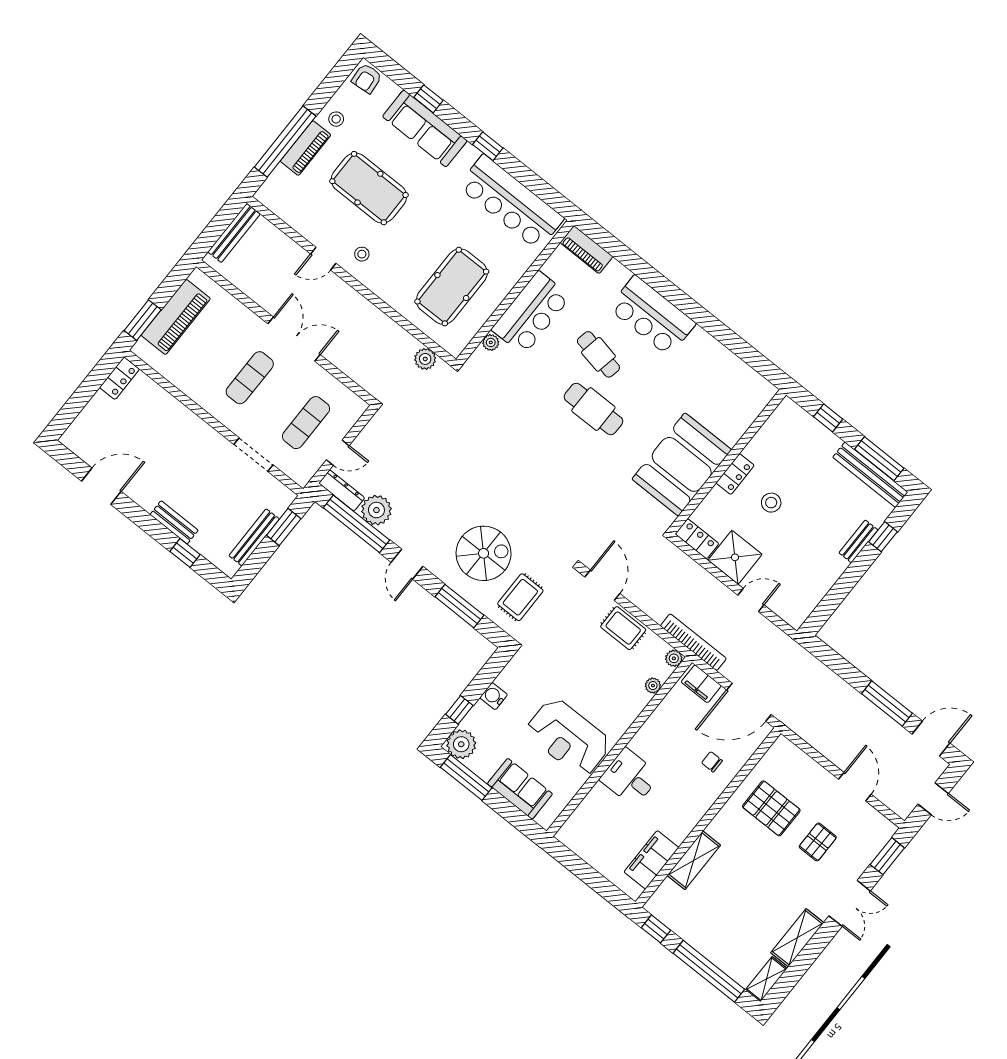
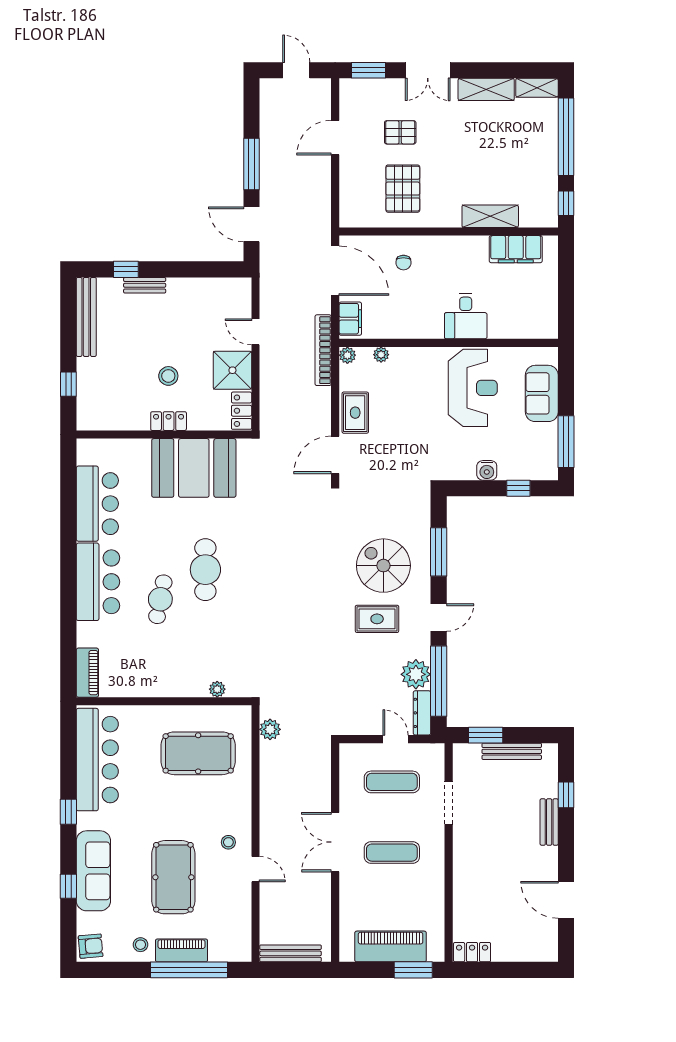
bar counter: (531, 313) -> (97, 504), moved, turned 90
window: (879, 459) -> (68, 320), removed
rug: (520, 597) -> (377, 619), moved
door: (931, 739) -> (252, 224), moved
plant: (461, 744) -> (544, 466), removed
double door: (850, 903) -> (428, 70), swing flipped

